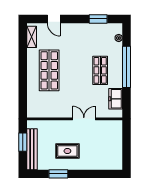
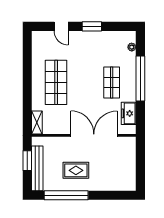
window: (98, 19) -> (92, 26), moved
shelving: (32, 37) -> (37, 122), moved
double door: (84, 119) -> (94, 135), width x1.87
window: (58, 174) -> (66, 195), width x2.11

